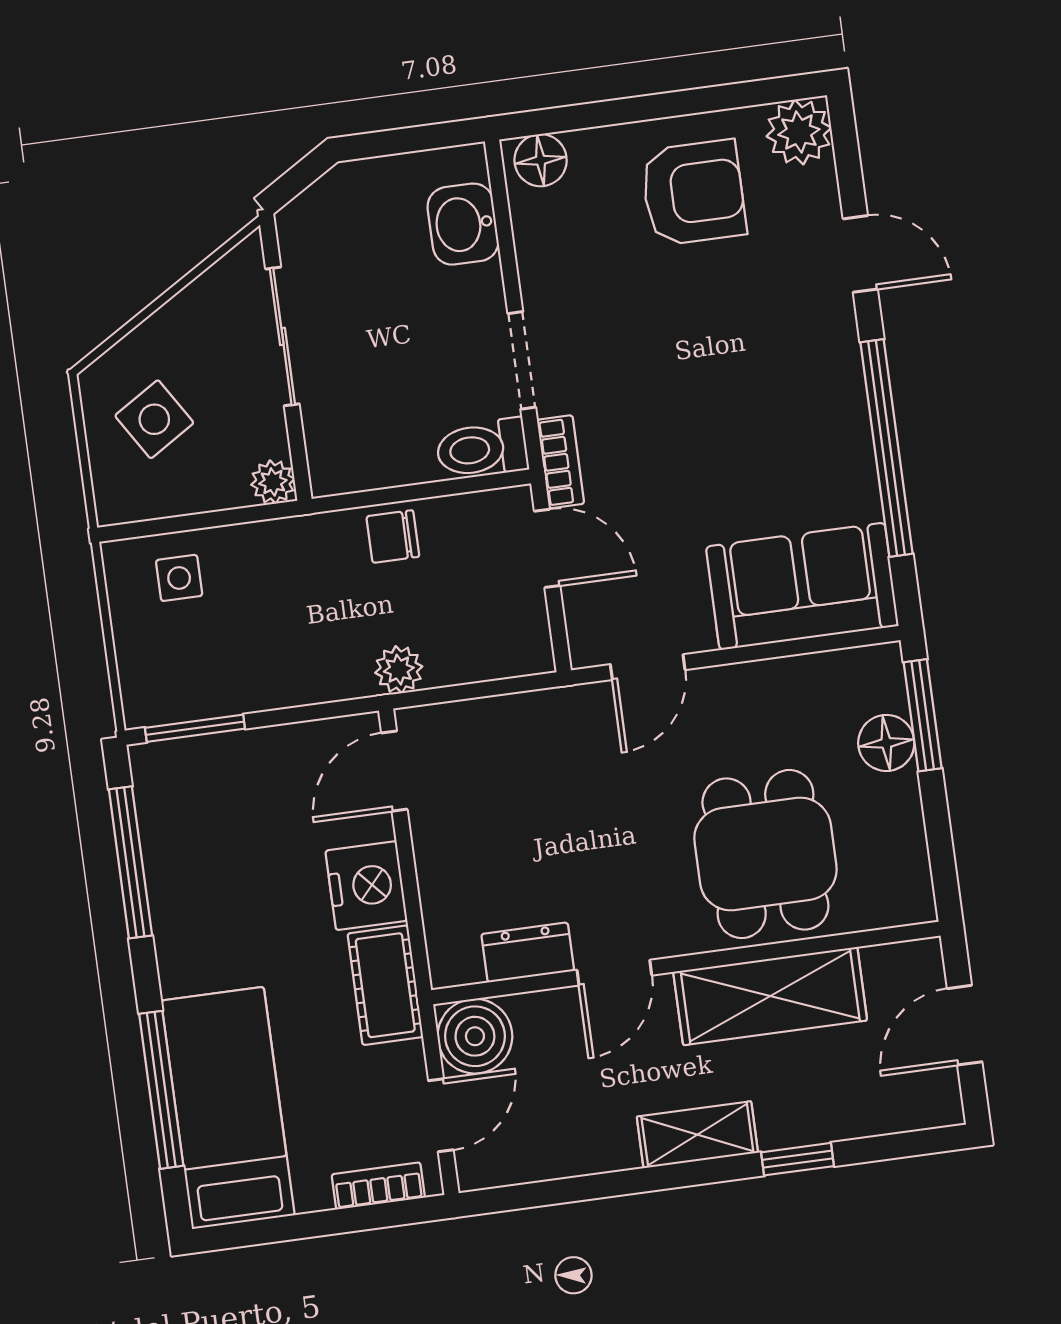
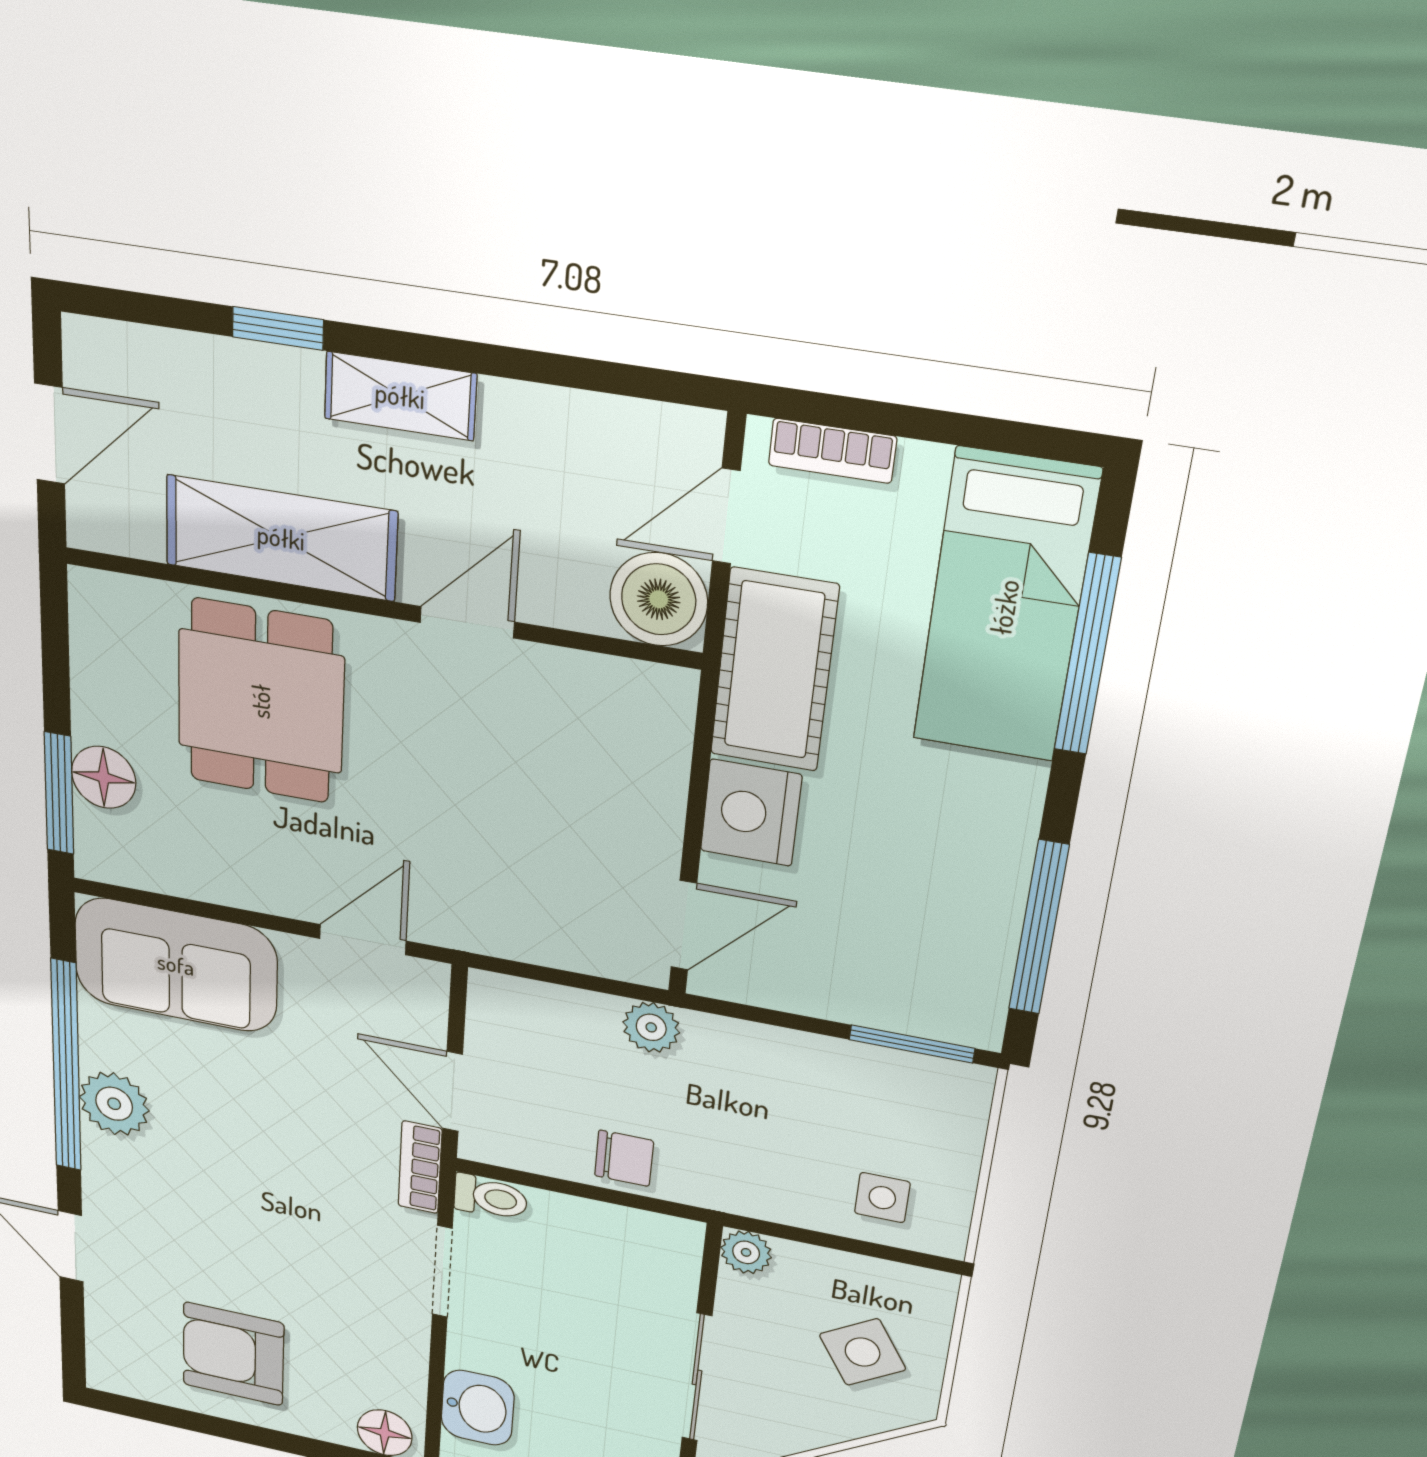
plant: (799, 132) -> (114, 1104), moved
toilet: (482, 449) -> (491, 1197), width x0.73, depth x0.72
dresser: (528, 952) -> (570, 677), removed
cot: (385, 985) -> (774, 670), width x1.37, depth x1.34

